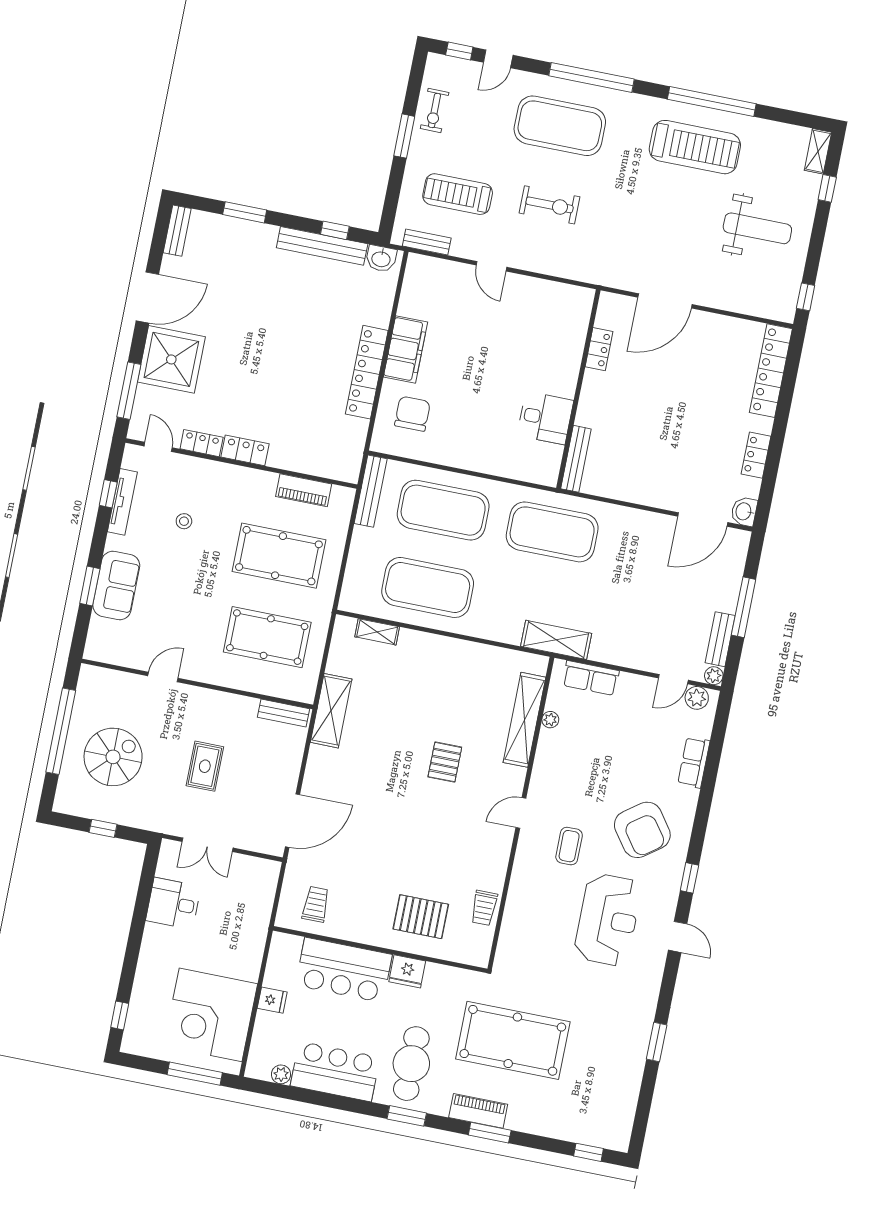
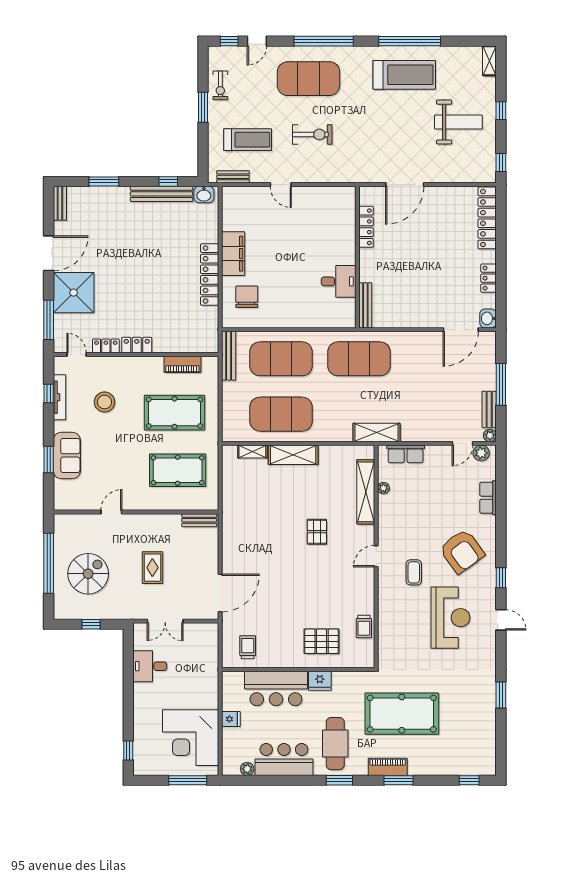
window: (827, 188) -> (501, 111), moved
treadmill: (458, 194) -> (248, 140), turned 180
locker: (599, 349) -> (366, 227), width x1.53
stool: (184, 521) -> (104, 402), width x1.89, depth x1.89
shelving: (331, 711) -> (293, 455), moved, turned 90

